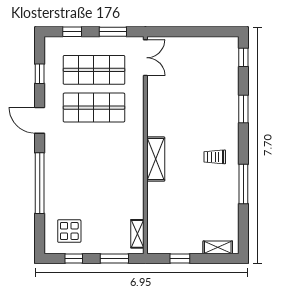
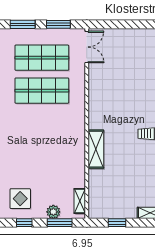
window: (72, 32) -> (23, 24), width x1.50
shelving: (156, 159) -> (96, 149), moved
plant: (107, 246) -> (53, 212), added

